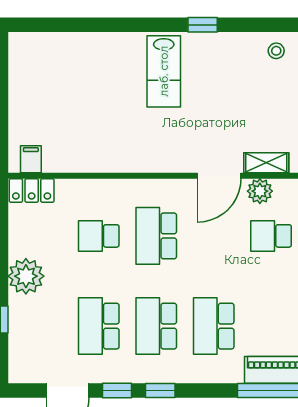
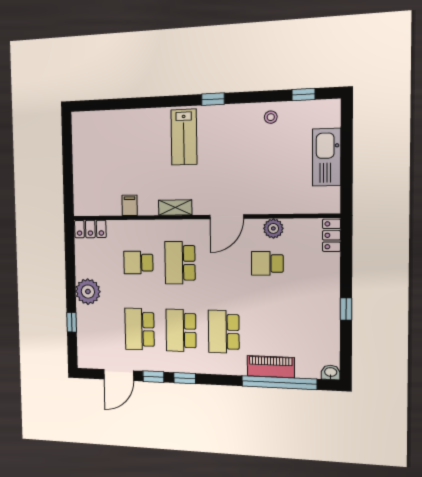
filing cabinet: (31, 159) -> (130, 205), moved
shelving: (266, 163) -> (175, 207), moved
plant: (260, 191) -> (273, 228), moved

